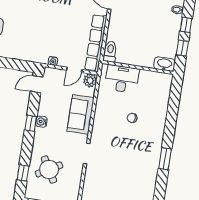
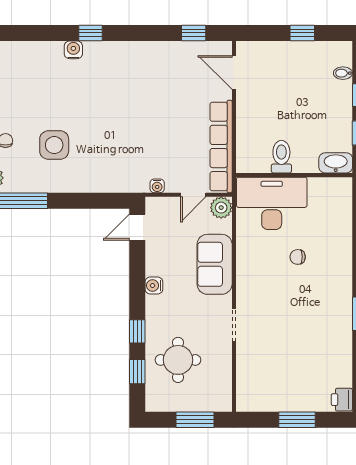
toilet: (110, 52) -> (281, 157), moved
desk: (122, 79) -> (272, 203), width x1.36, depth x1.30
window: (31, 123) -> (137, 331), moved
round table: (49, 170) -> (178, 360), turned 30

